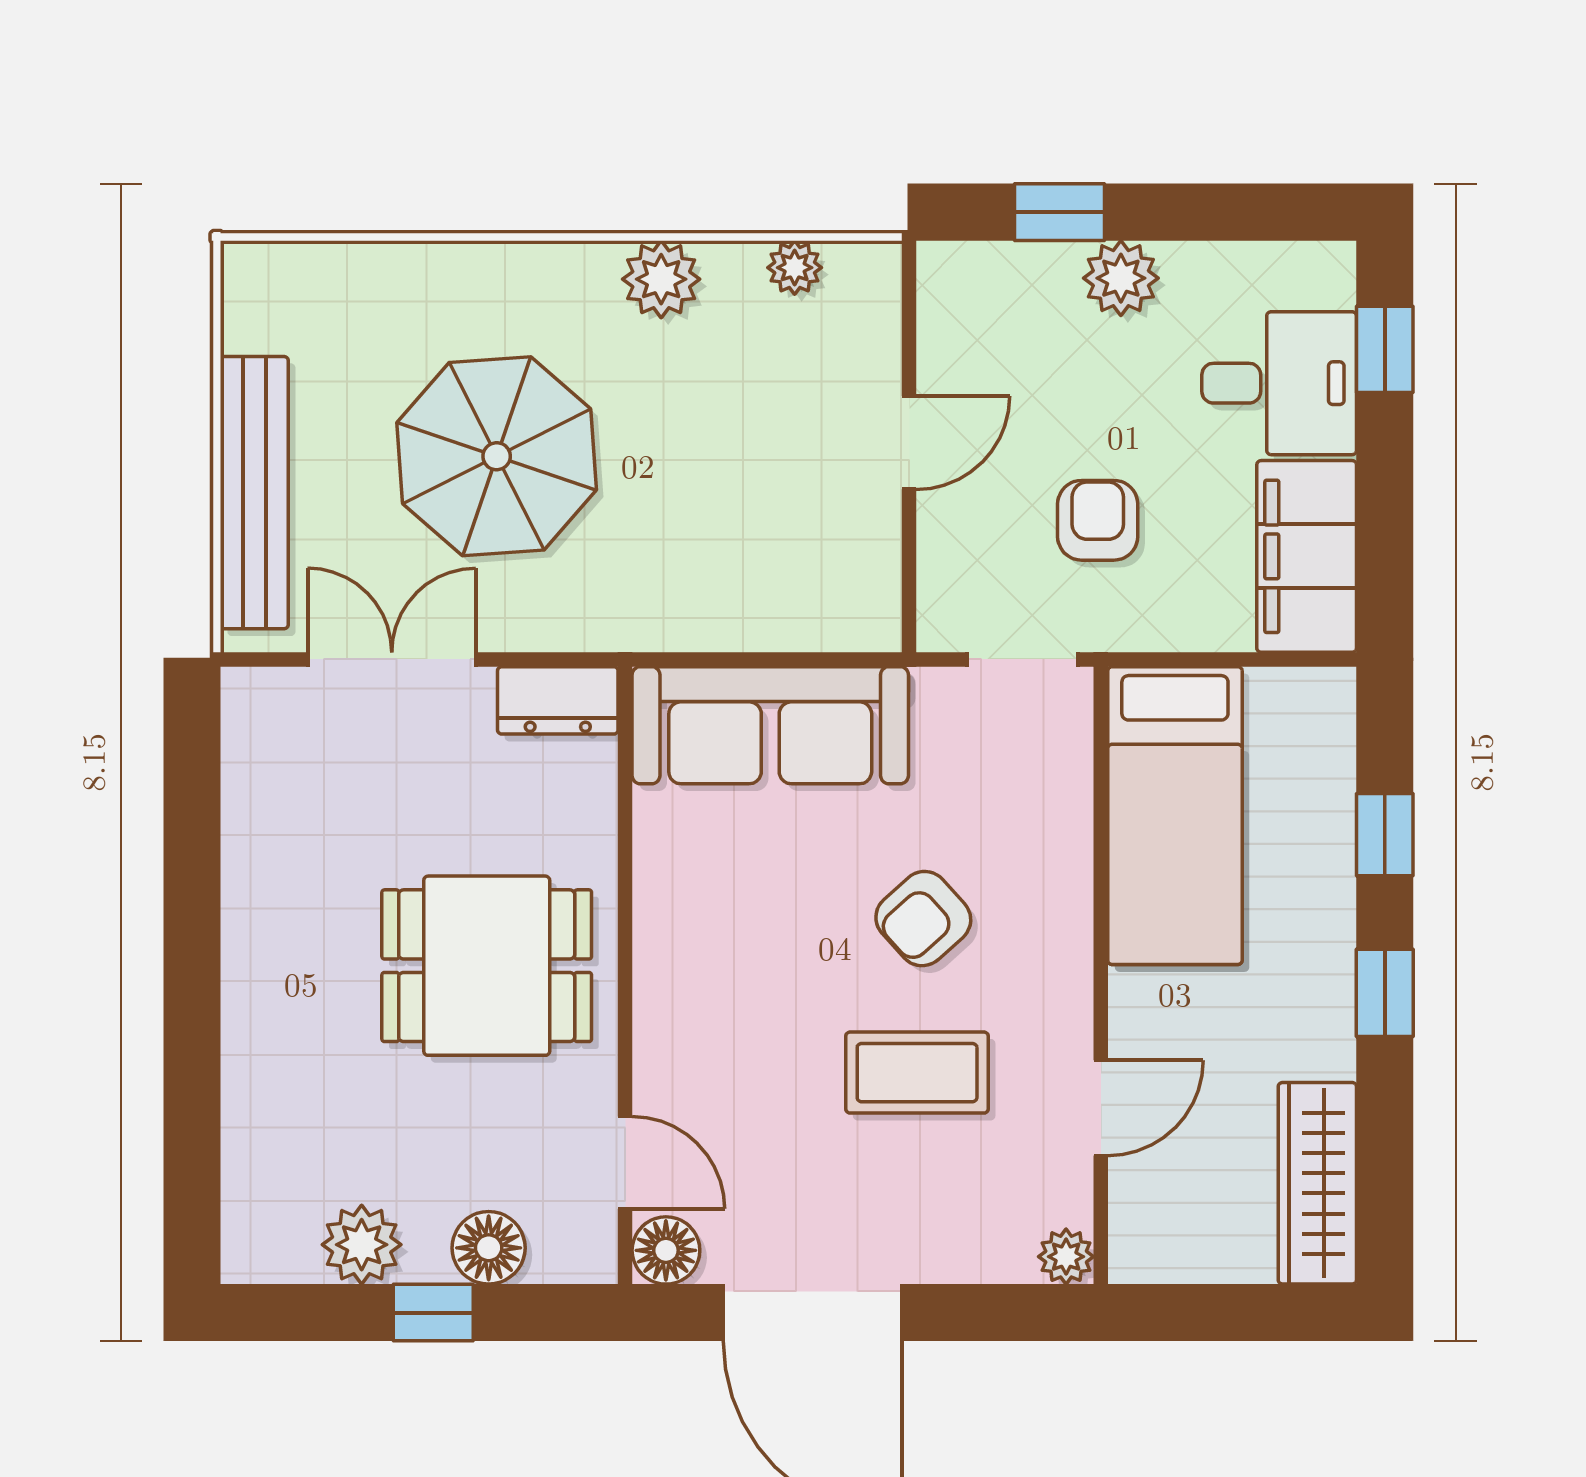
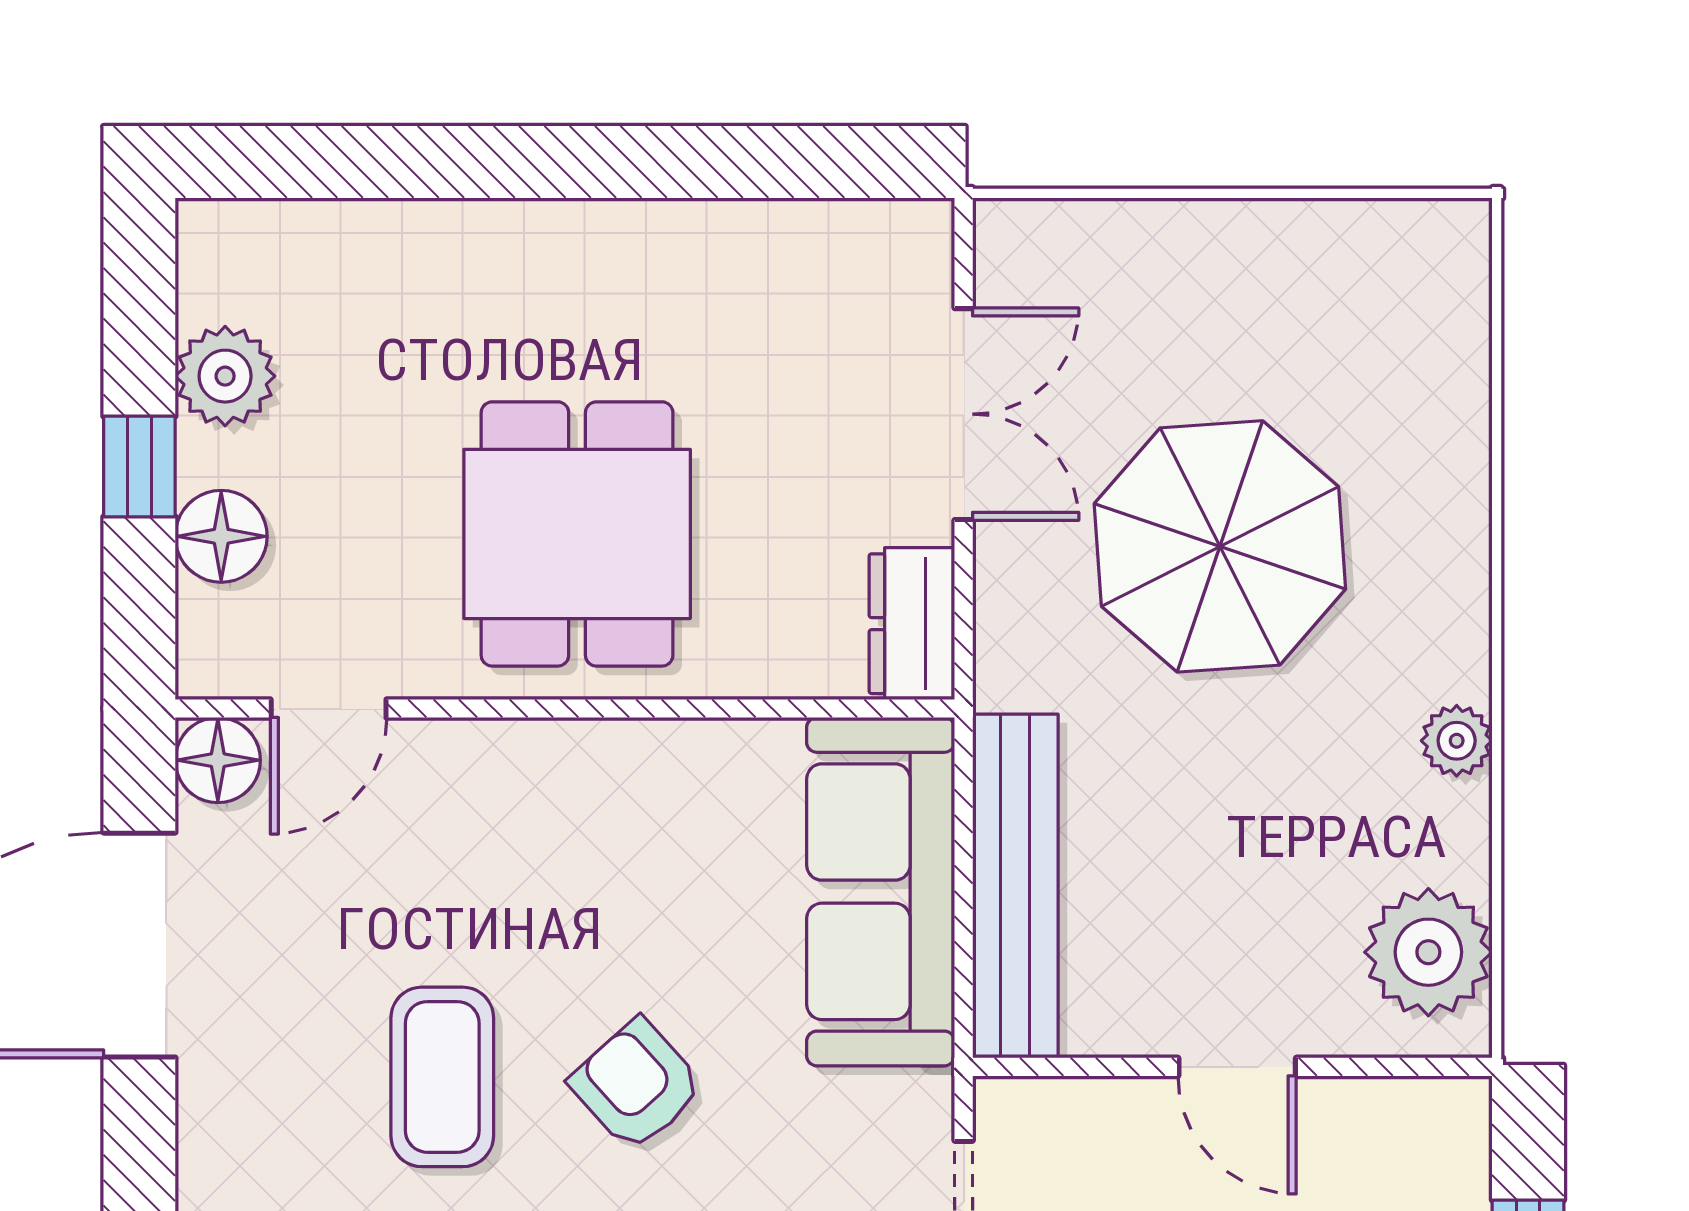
plant: (795, 268) -> (1428, 952), width x1.87, depth x1.87
plant: (661, 279) -> (1457, 741), width x0.73, depth x0.73
bench: (254, 493) -> (1015, 886), moved, turned 90

